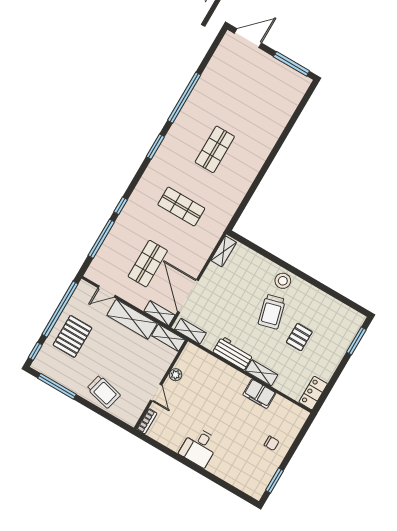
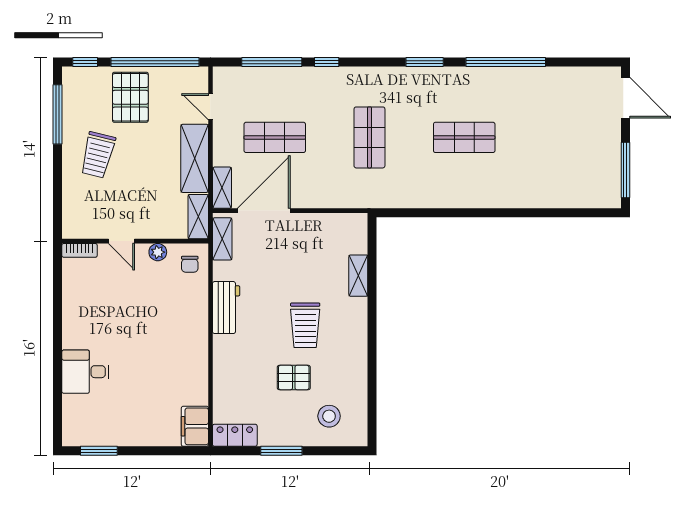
shelving: (224, 251) -> (358, 276), moved, turned 90
stool: (283, 281) -> (329, 416), moved
trolley: (272, 312) -> (305, 325), turned -75
pallet: (73, 336) -> (130, 97), turned 90
window: (356, 341) -> (281, 451), moved
shelving: (262, 373) -> (222, 357), removed
trolley: (104, 392) -> (98, 155), moved
door: (156, 393) -> (121, 241), hinge flipped
filing cabinet: (259, 394) -> (195, 426), moved
chair: (272, 443) -> (190, 264), moved
desk: (199, 447) -> (85, 372), moved

